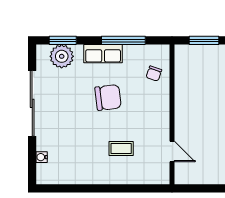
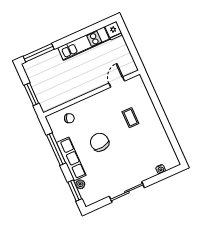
row of seats: (103, 54) -> (71, 159), width x1.48
plant: (62, 56) -> (80, 184), width x0.53, depth x0.53
sliding door: (32, 103) -> (127, 192), width x0.73

